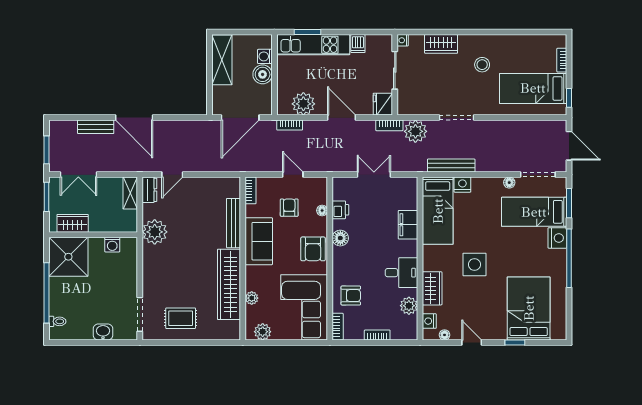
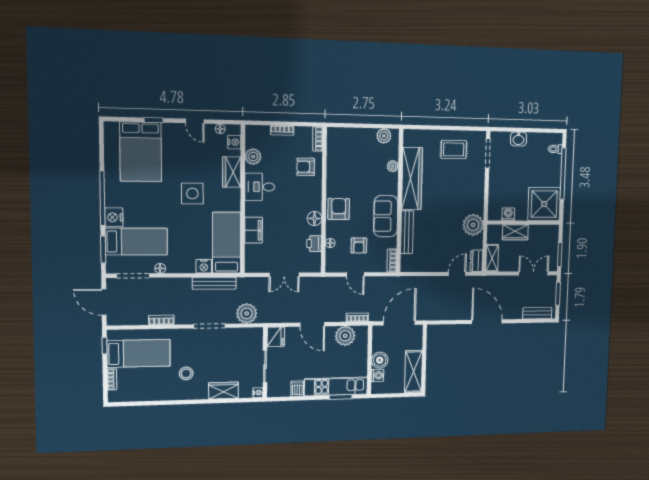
bookcase: (389, 125) -> (161, 320), moved
bench: (96, 127) -> (537, 313), moved
wardrobe: (73, 223) -> (515, 232), moved
corner sofa: (304, 307) -> (347, 157), removed

